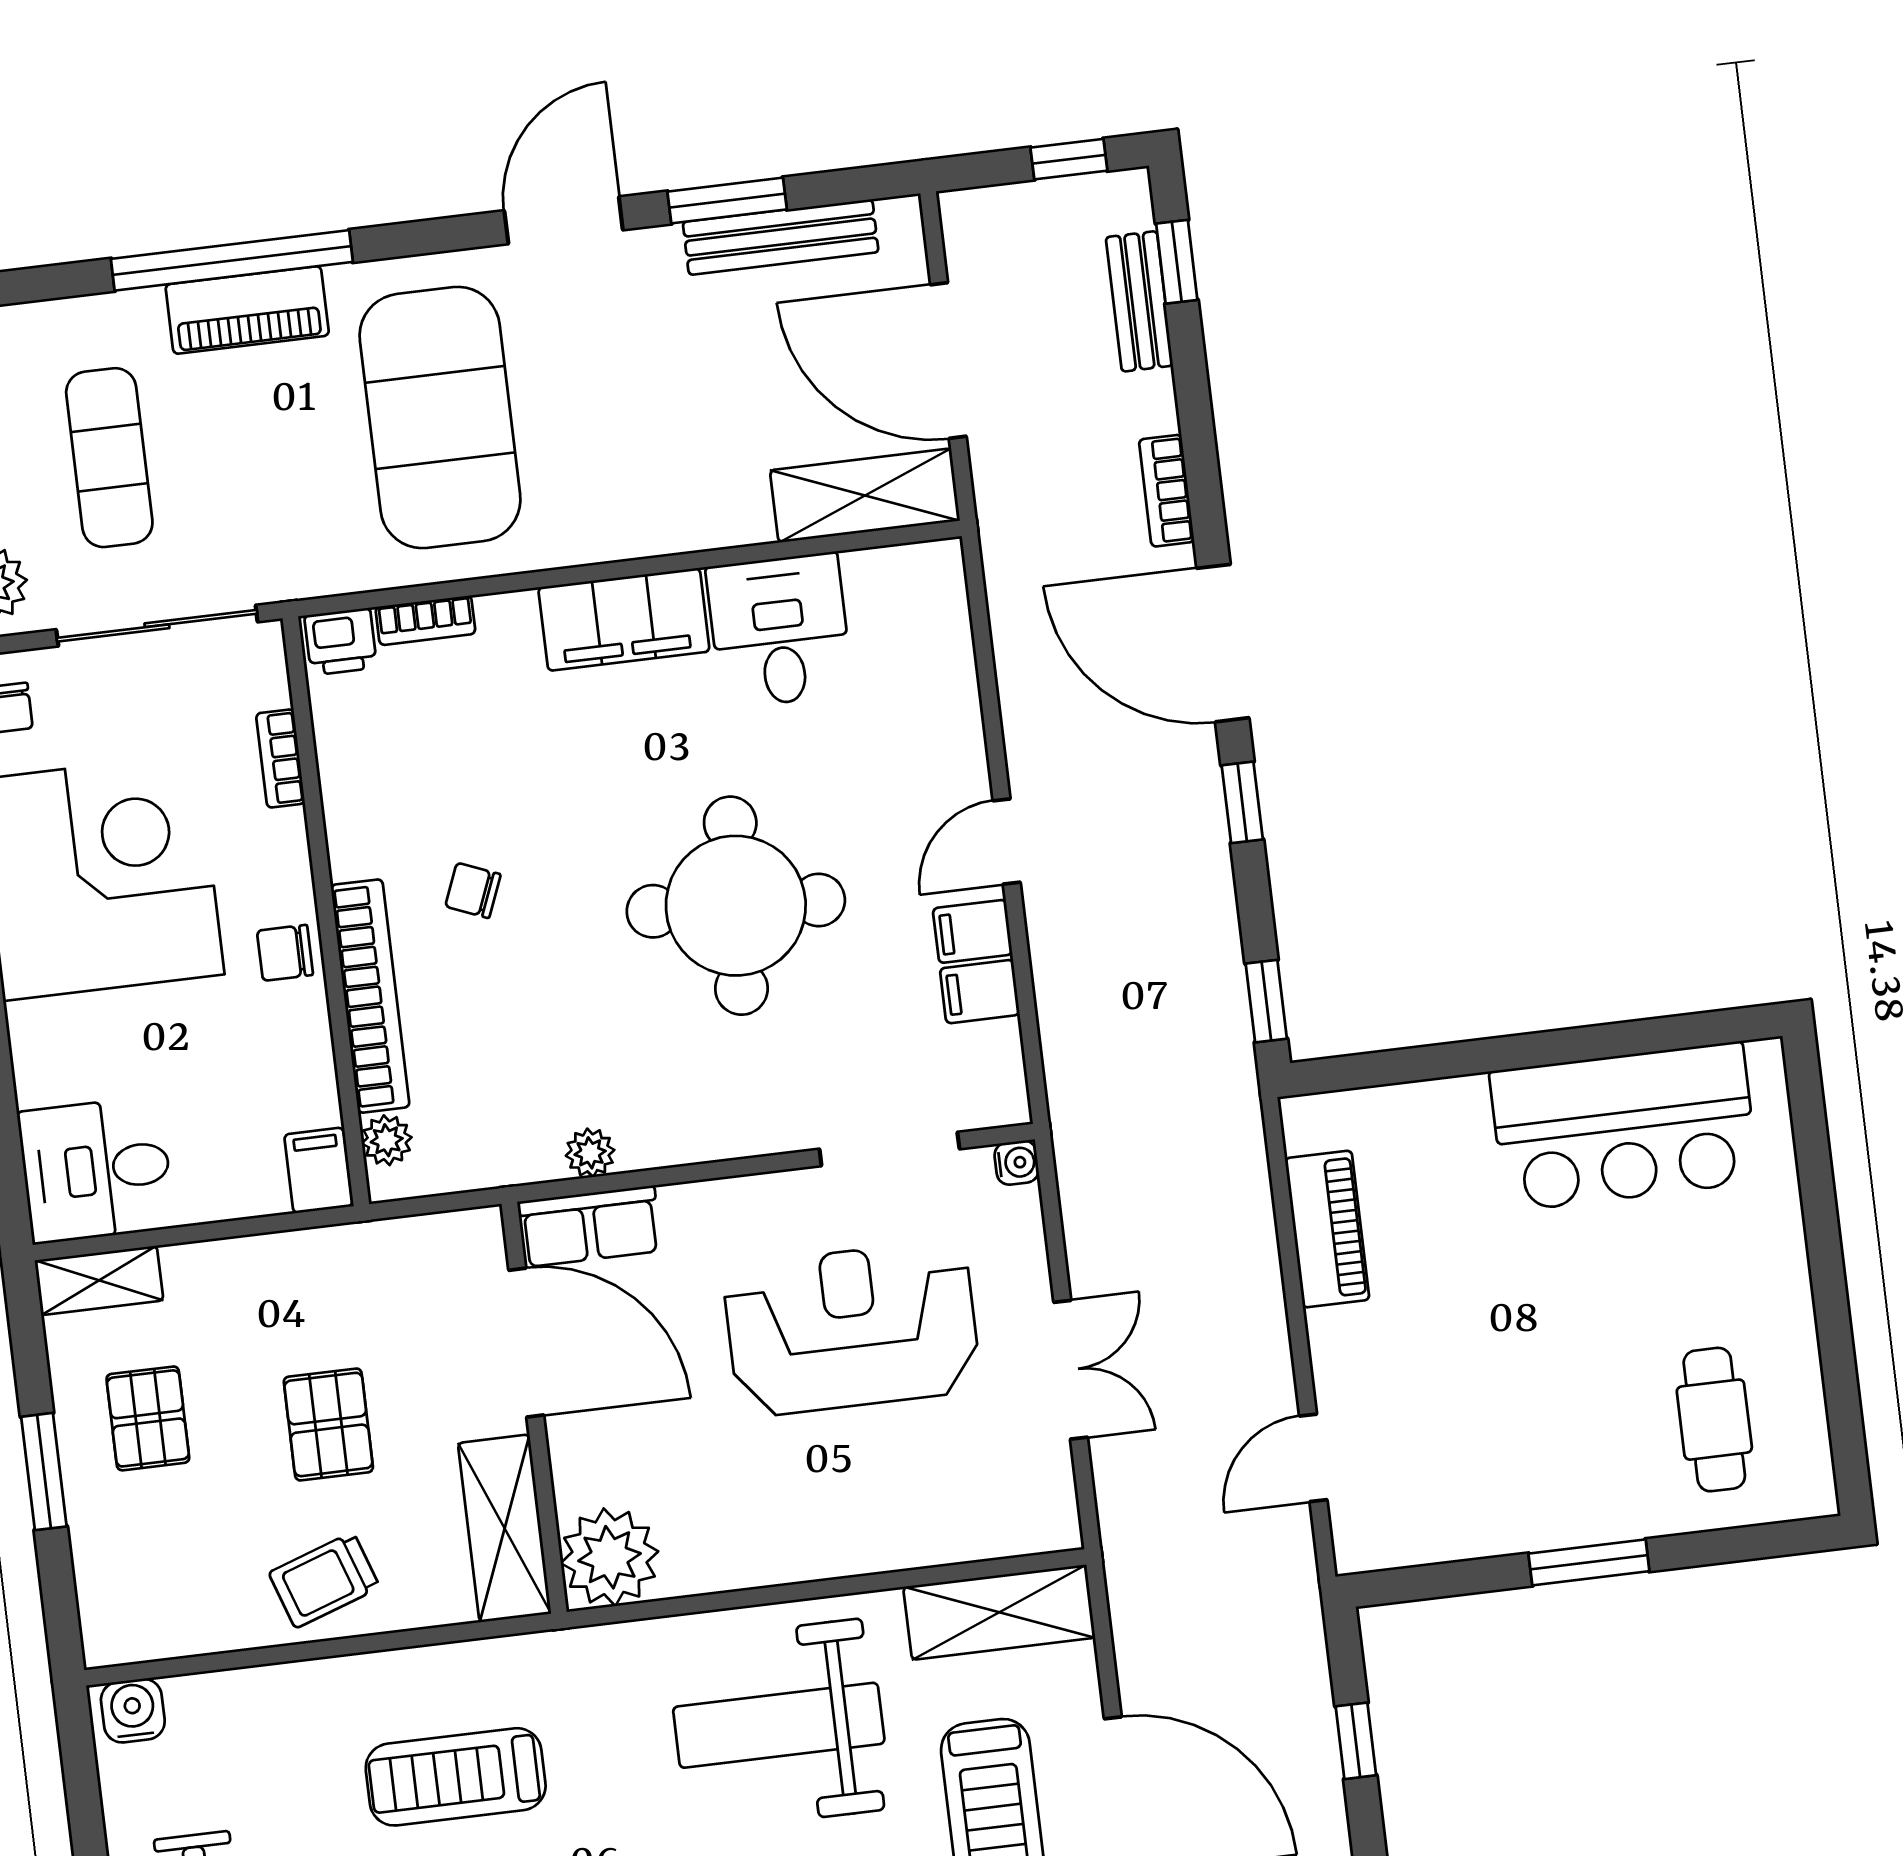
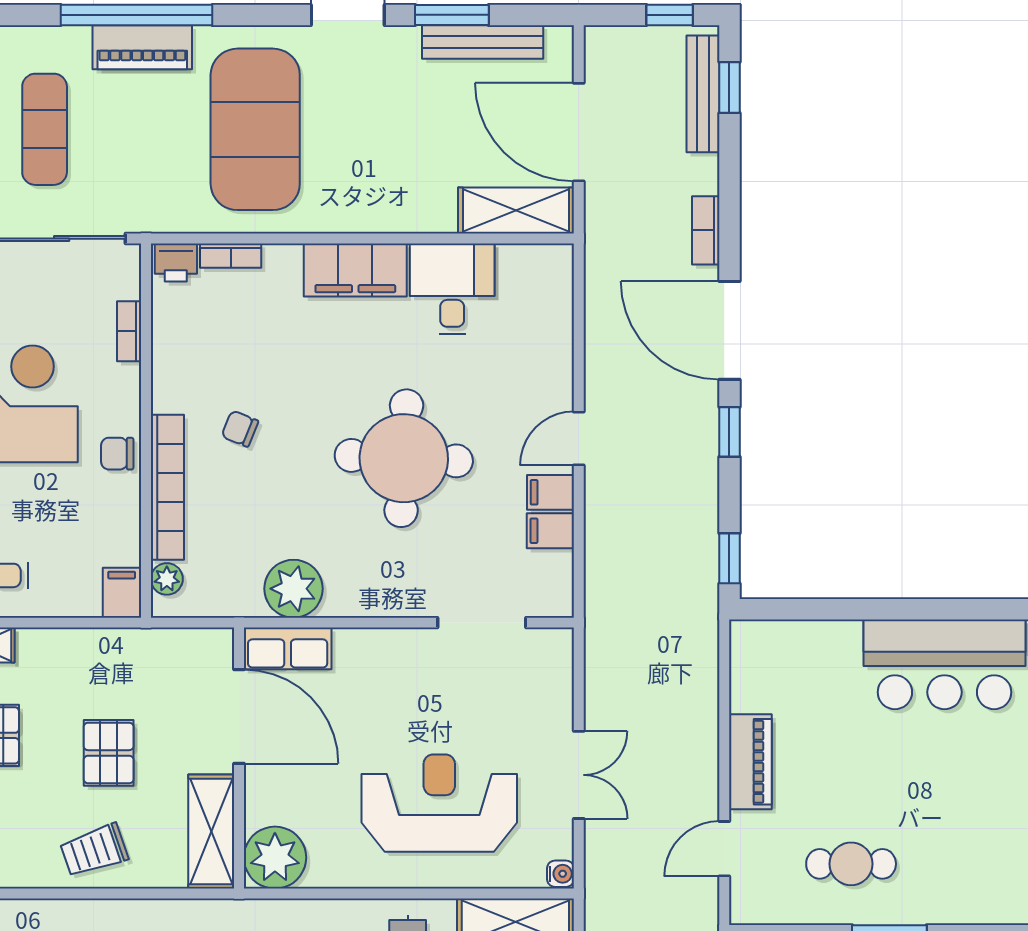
bench: (1139, 301) -> (703, 94), width x1.36
plant: (590, 1153) -> (294, 589), width x1.88, depth x1.88
water cooler: (1017, 1163) -> (560, 874), moved
piano: (1327, 1229) -> (750, 762), moved
reception desk: (852, 1328) -> (439, 803), moved
cafe table: (1714, 1420) -> (851, 864), moved, turned 90

